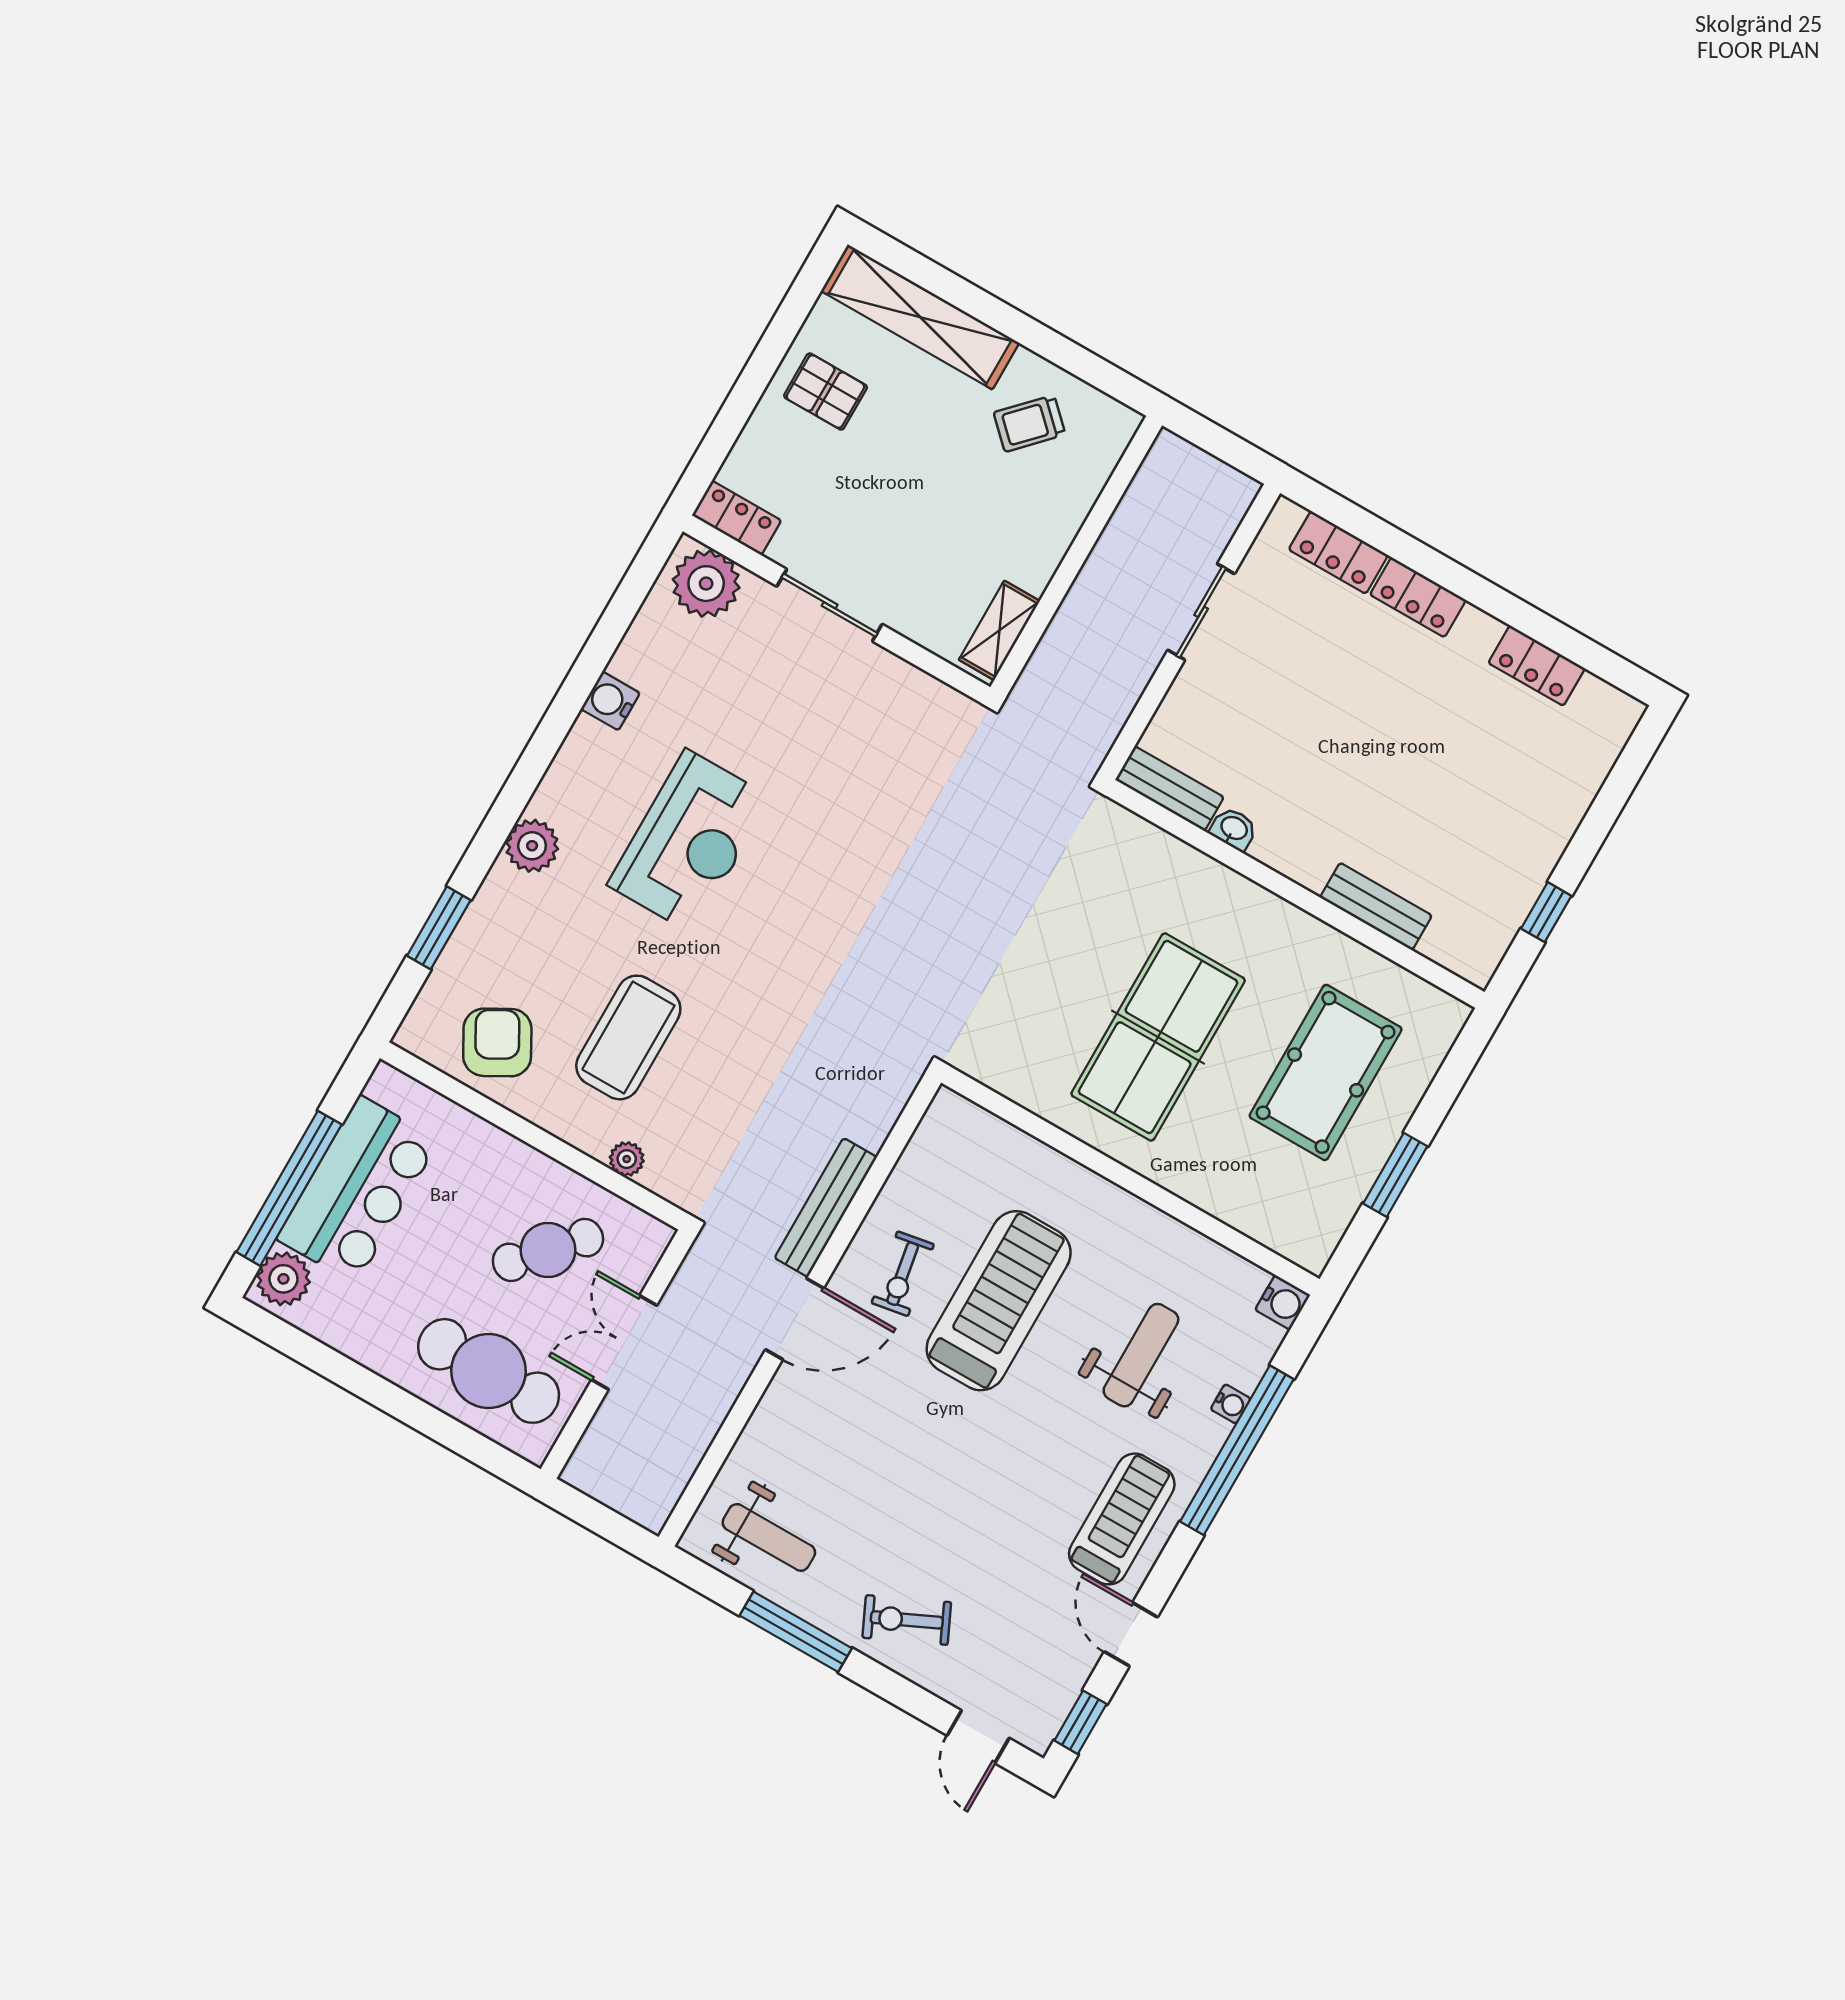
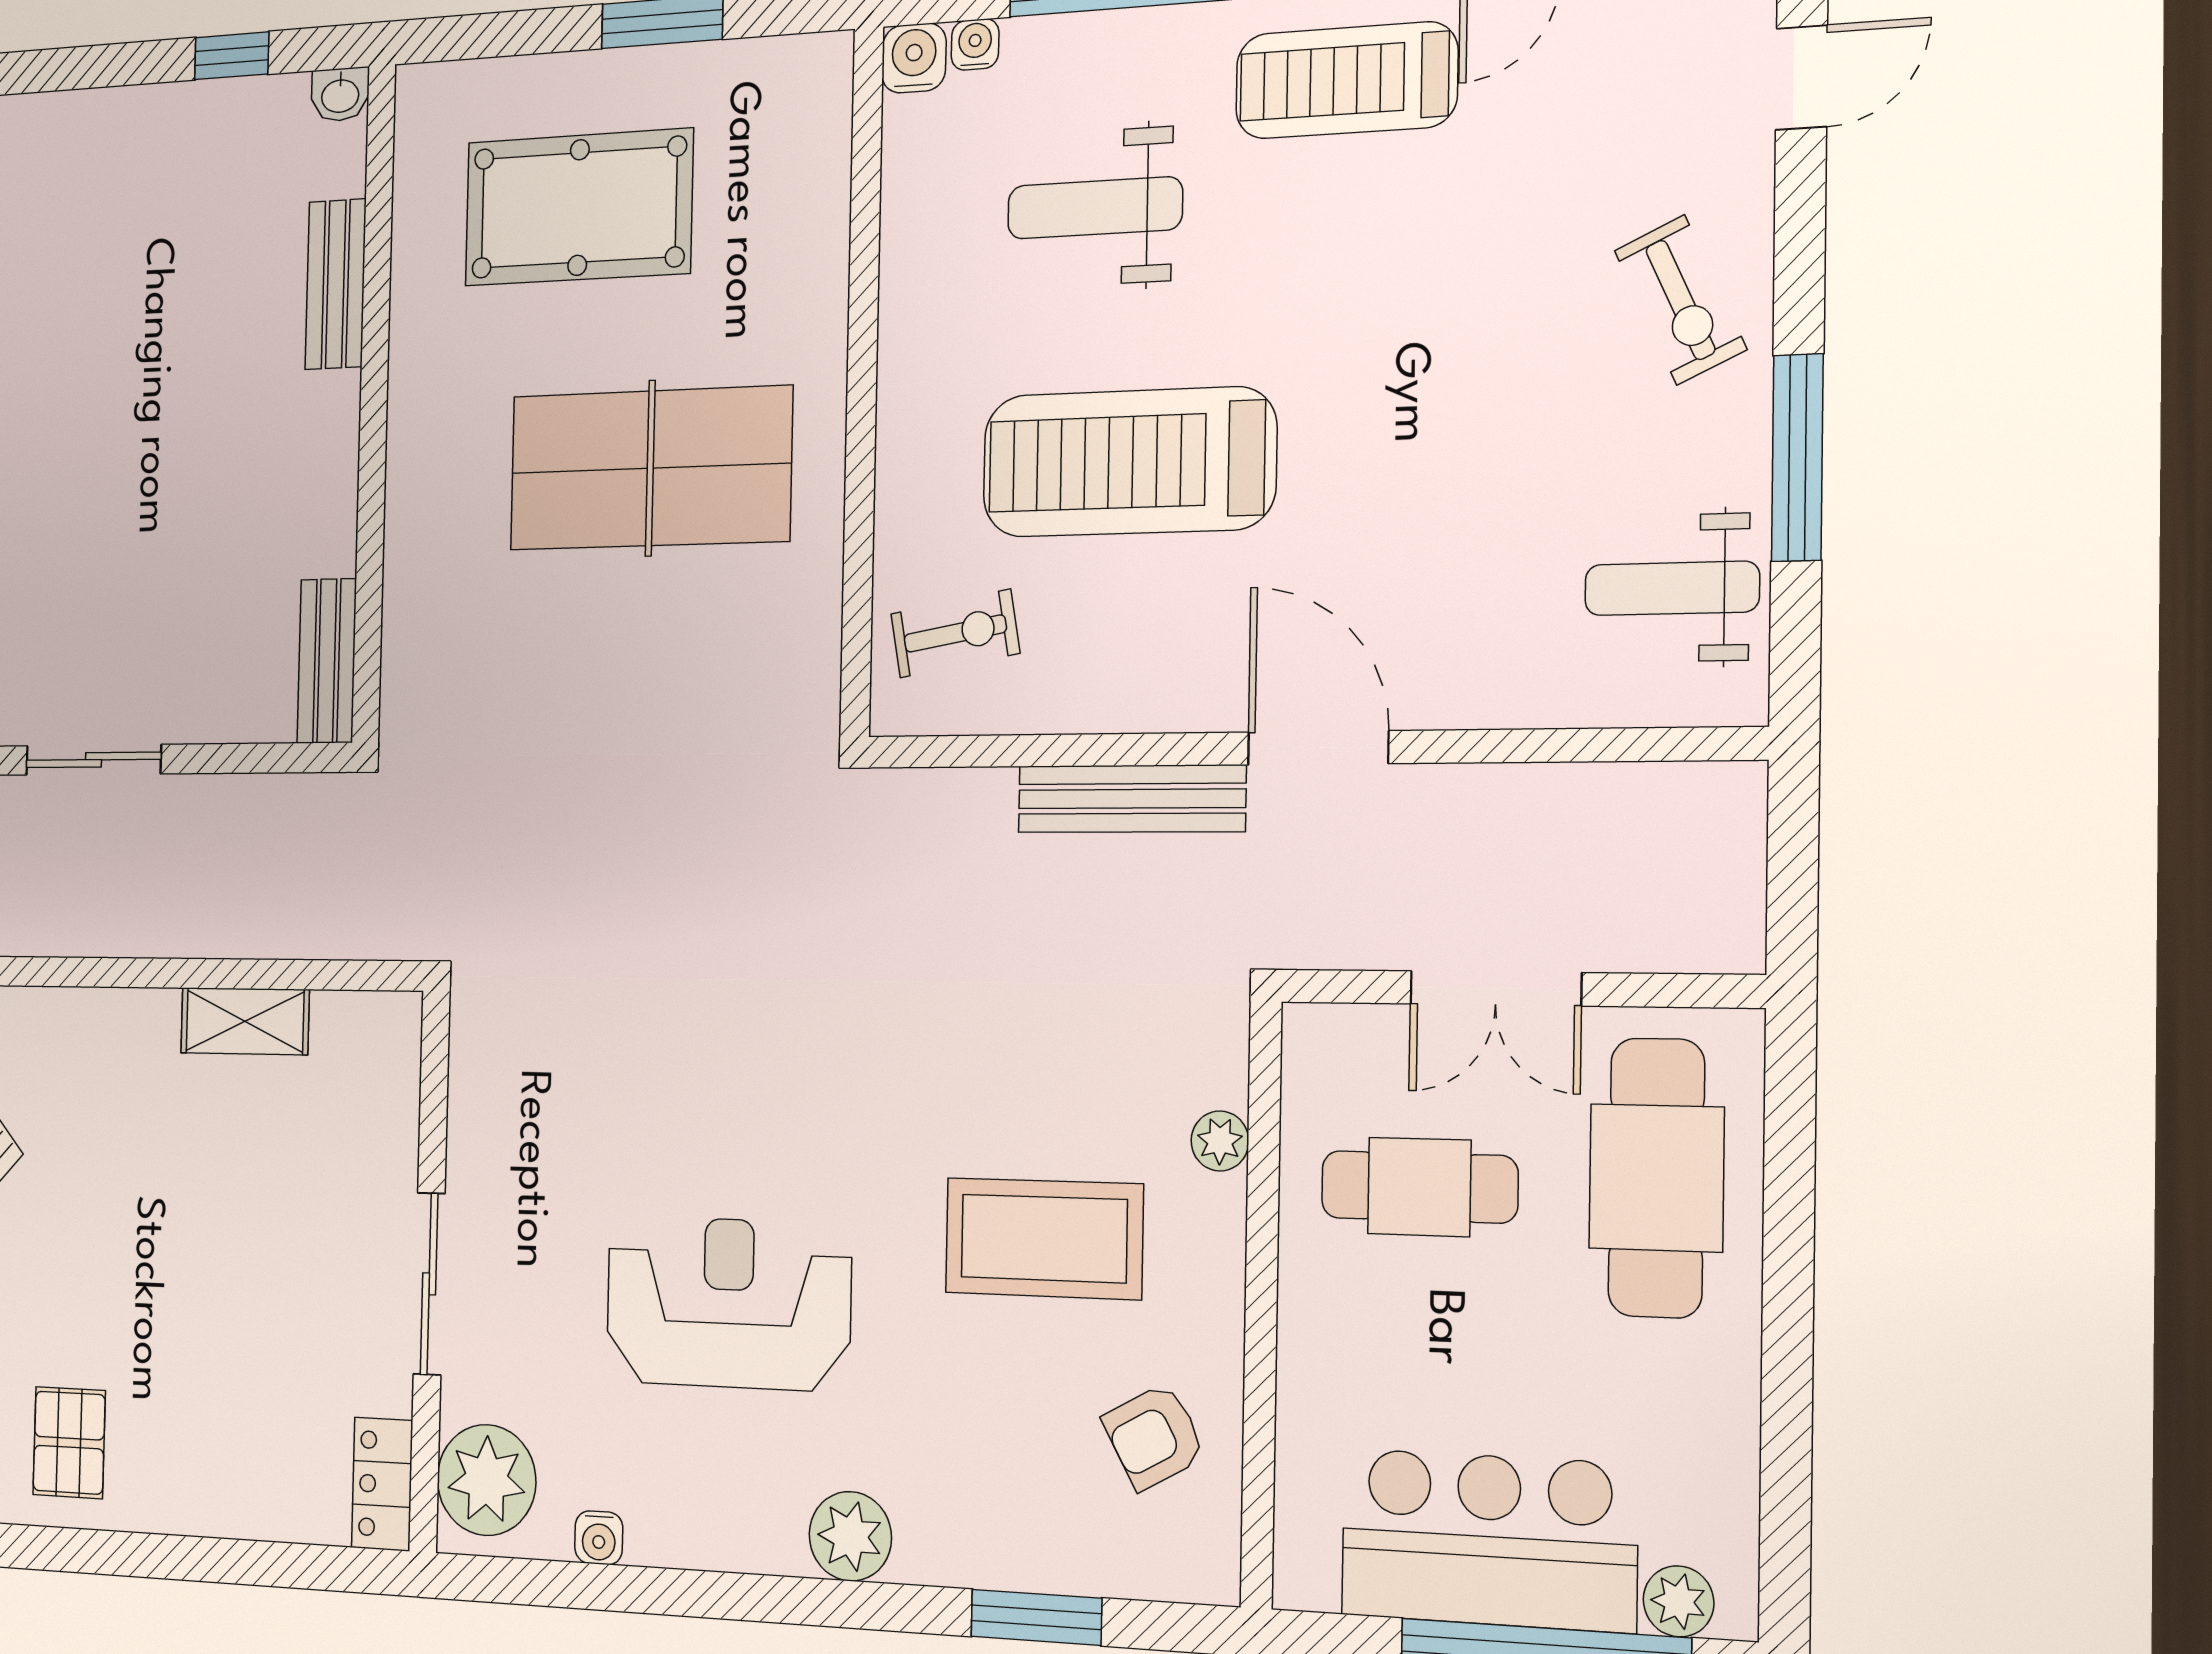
locker: (737, 518) -> (382, 1484), moved
plant: (706, 584) -> (486, 1480), moved
sliding door: (830, 605) -> (429, 1284), moved
wall: (837, 609) -> (430, 1271), moved
water cooler: (610, 701) -> (599, 1538), width x0.72, depth x0.72
washbasin: (1234, 829) -> (340, 95), moved, turned -90
armchair: (497, 1042) -> (1154, 1436), width x0.72, depth x0.72
cafe table: (548, 1250) -> (1419, 1187), turned -42
exercise bike: (903, 1274) -> (955, 633), moved
plant: (283, 1279) -> (1679, 1601), width x0.73, depth x0.73
water cooler: (1231, 1404) -> (975, 44), moved
weight bench: (769, 1537) -> (1672, 588), turned -90

